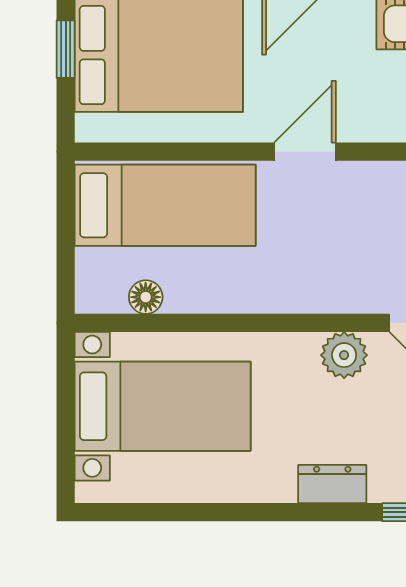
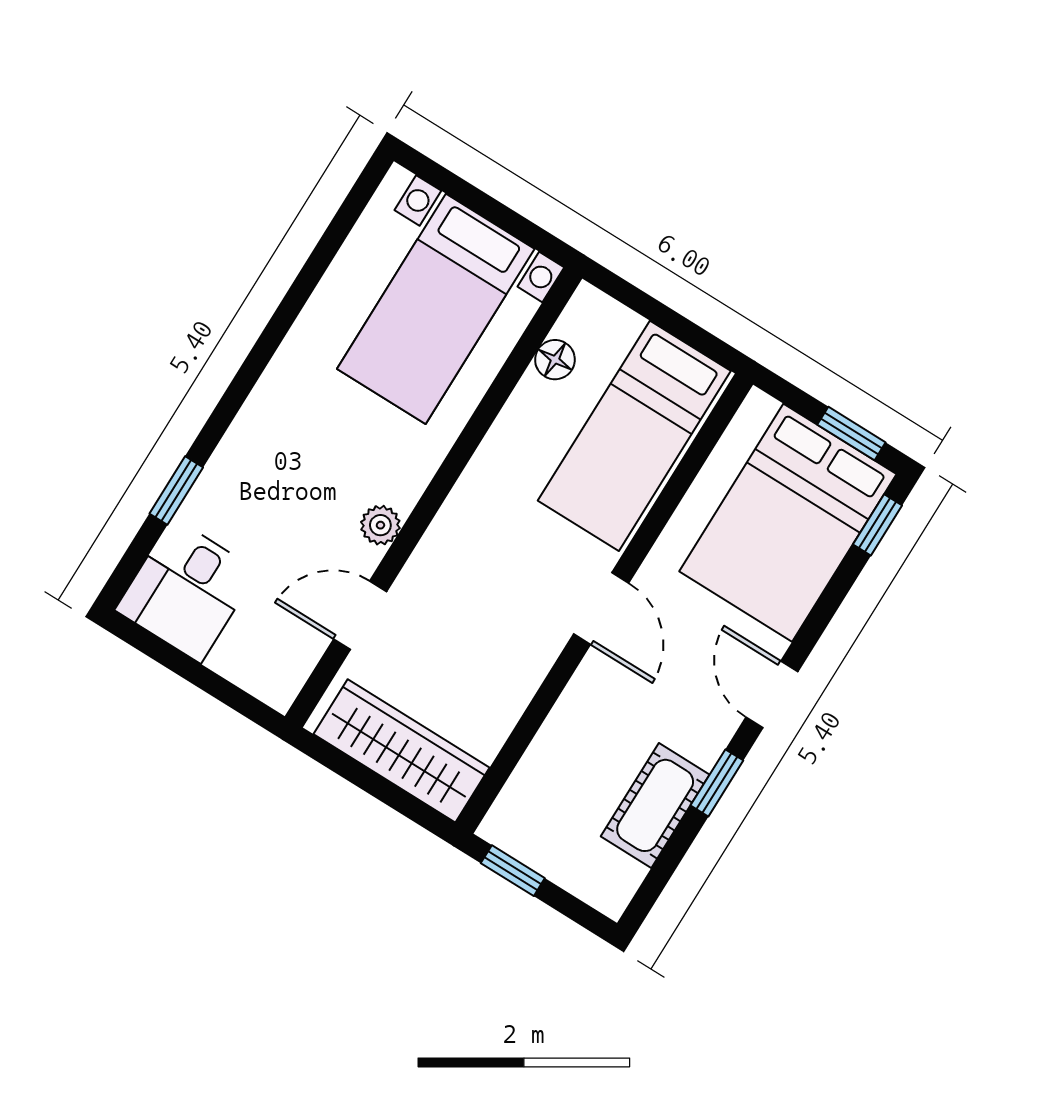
plant: (344, 355) -> (380, 525), width x0.73, depth x0.73
dresser: (332, 484) -> (253, 430), removed

